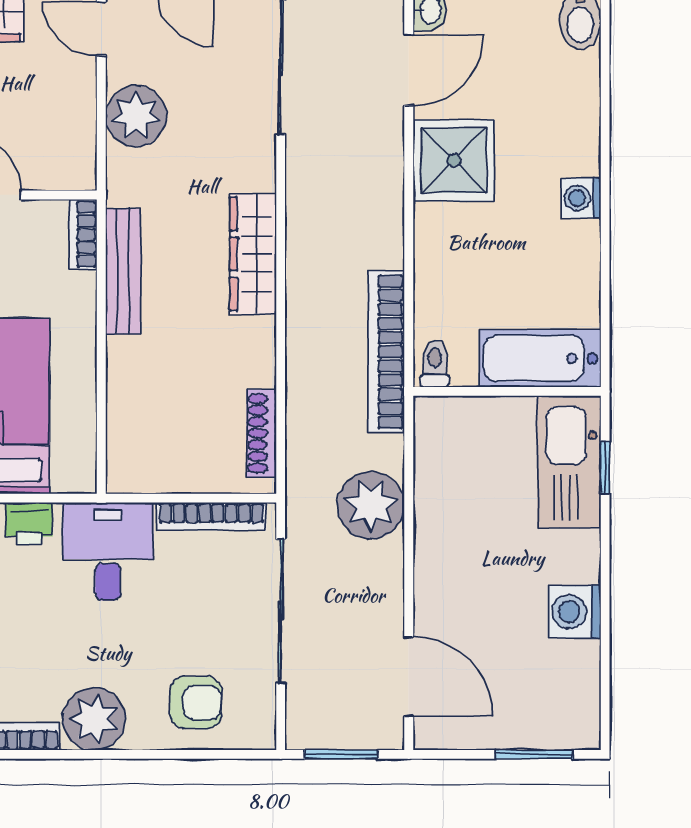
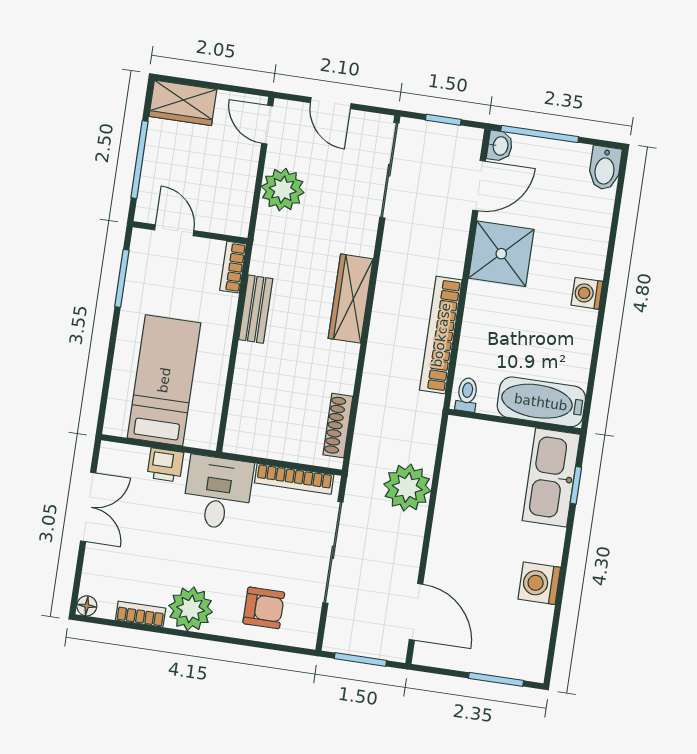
bench: (123, 271) -> (256, 309), width x0.73
bookcase: (386, 352) -> (441, 335), moved

